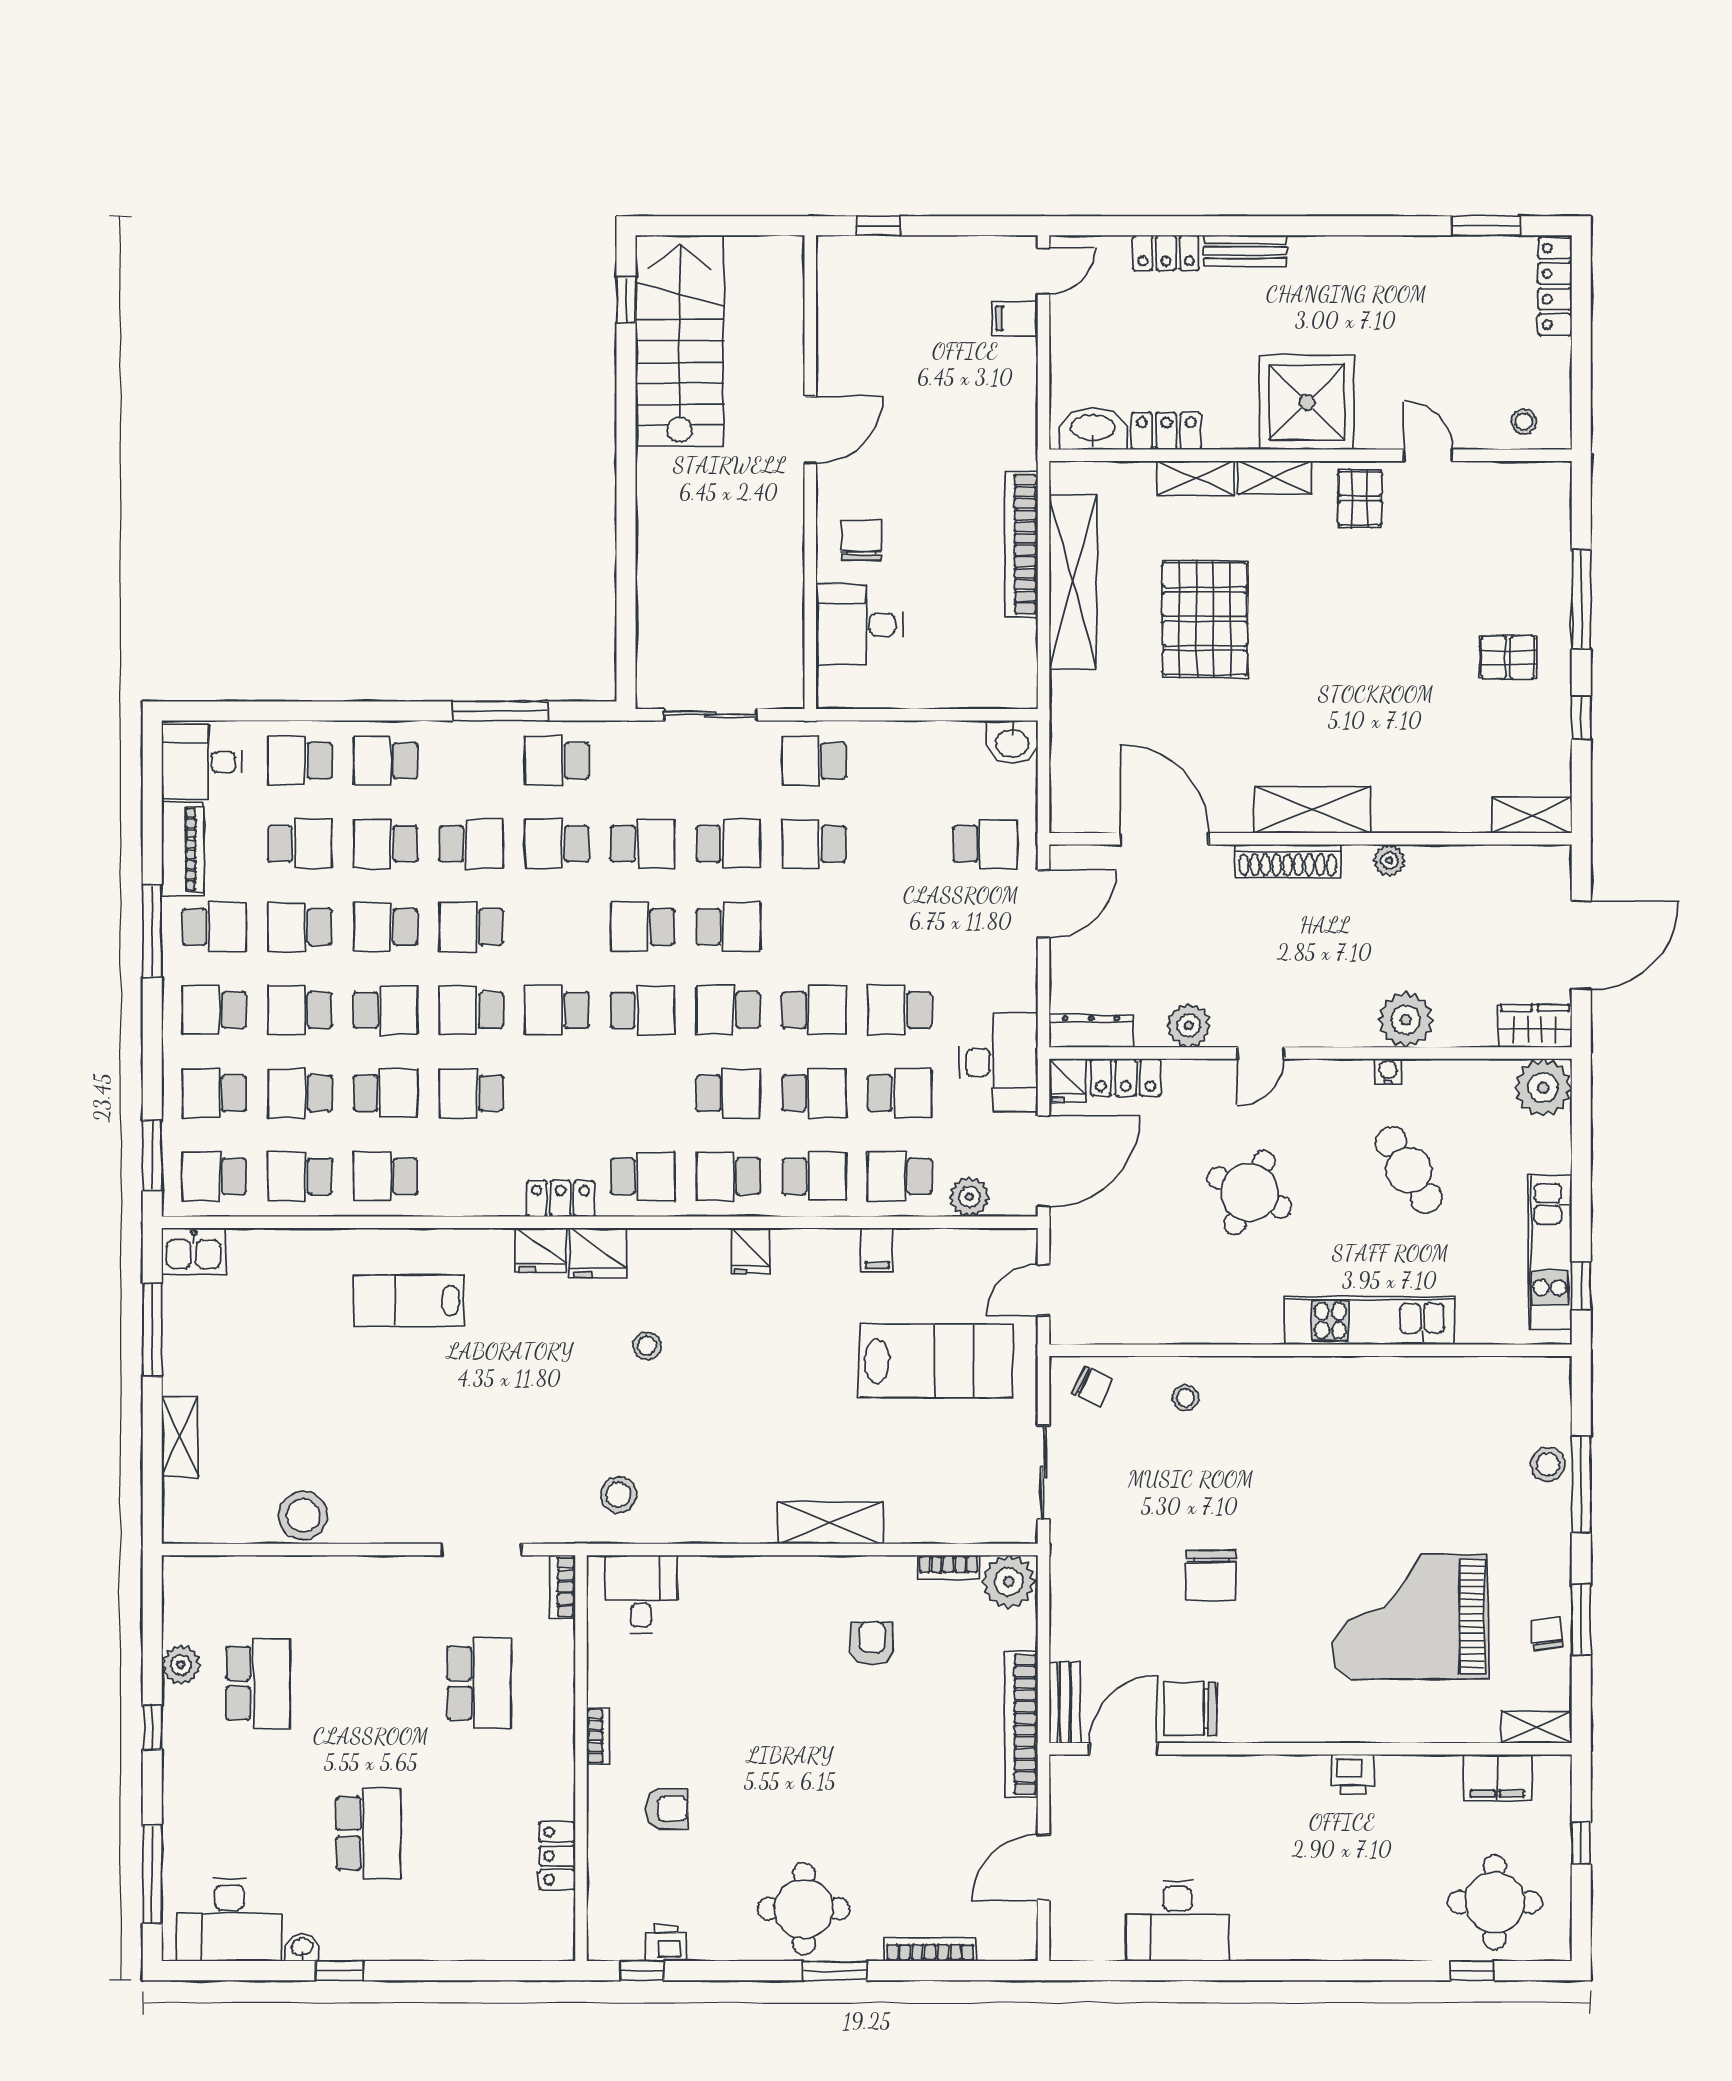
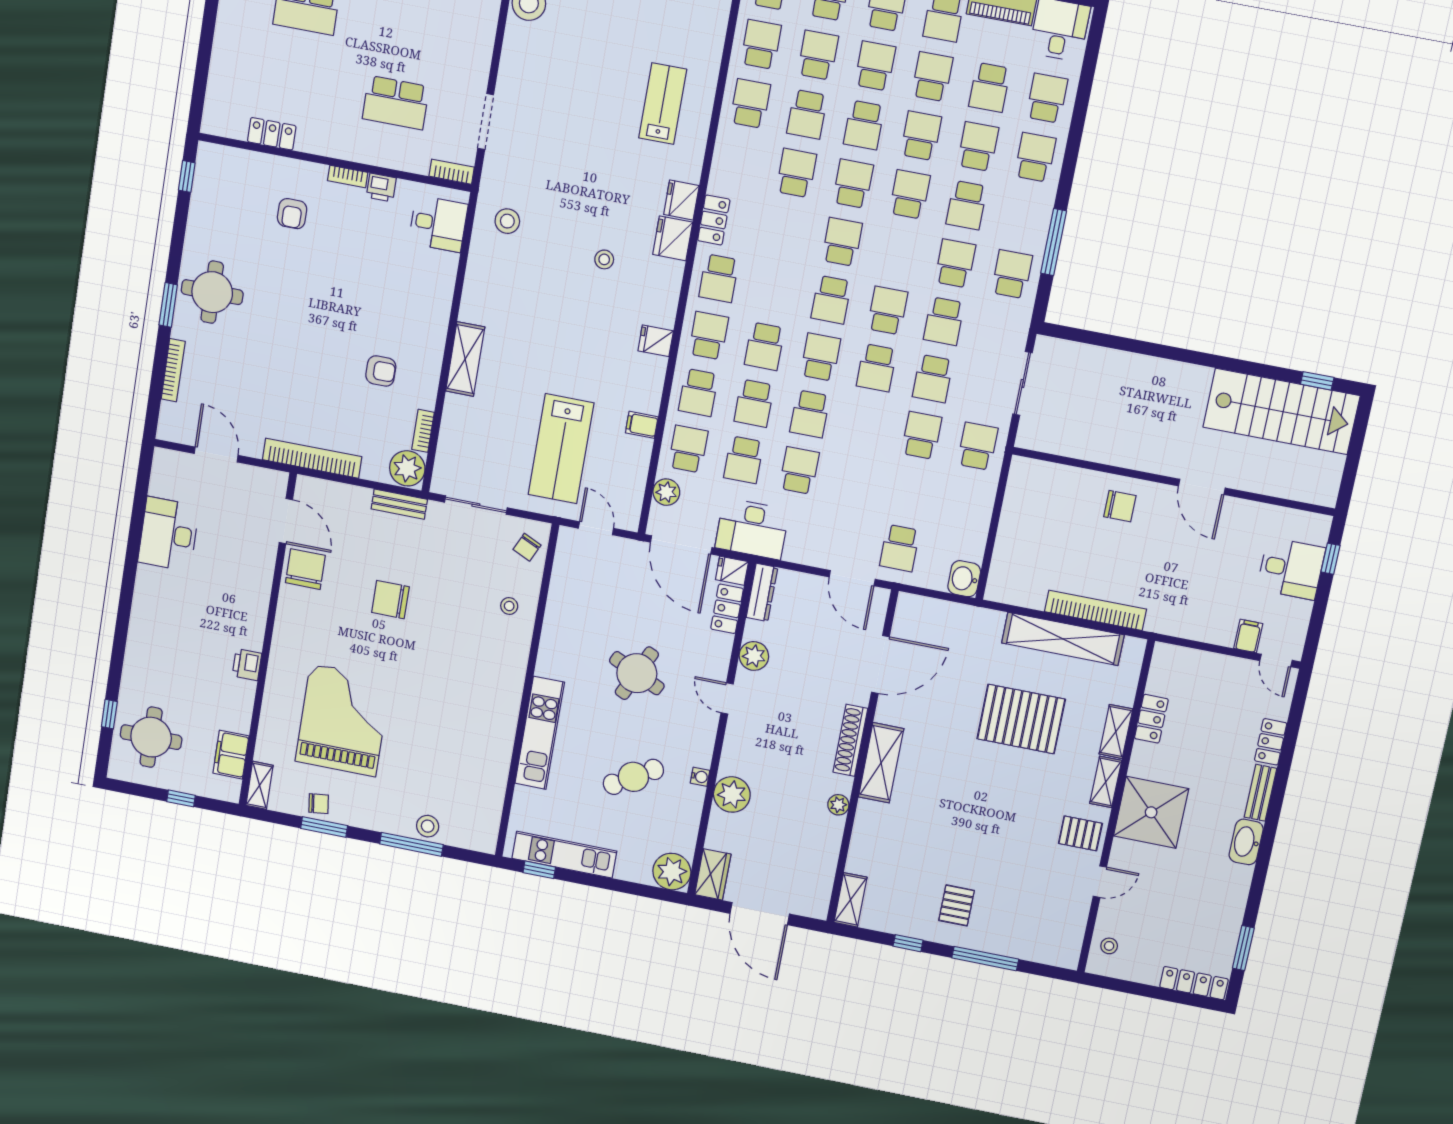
washbasin: (1093, 429) -> (1246, 842), moved, turned 180
desk: (859, 625) -> (1291, 569), moved, turned 90
bench: (1065, 1703) -> (399, 504), moved
printer: (666, 1943) -> (381, 187), moved, turned 90

